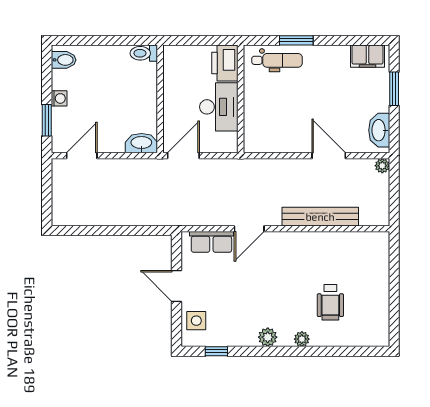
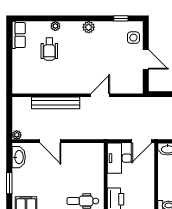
desk: (219, 107) -> (119, 158), moved
row of seats: (211, 242) -> (19, 35), moved, turned 90
wheelchair: (330, 302) -> (49, 49), turned 180
plant: (302, 339) -> (55, 26), moved

